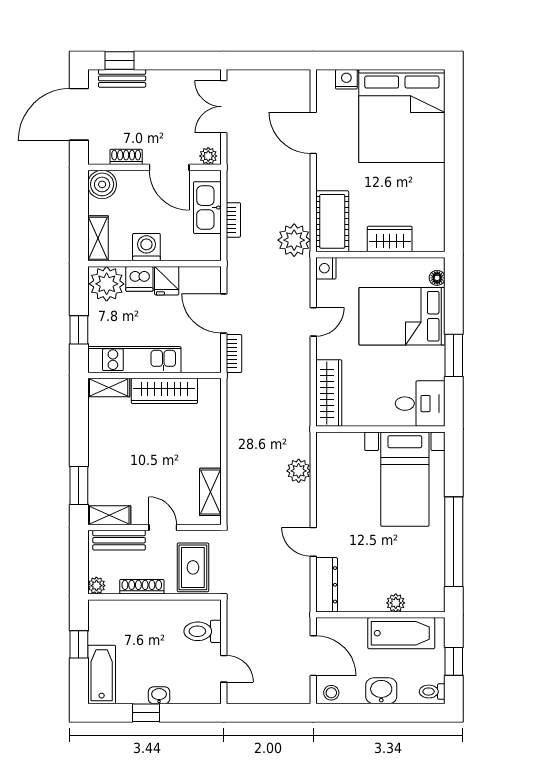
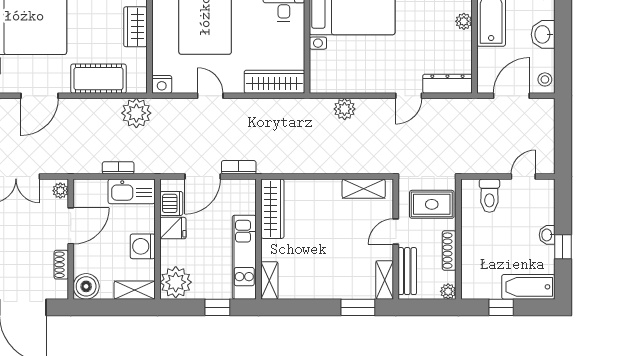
kitchen sink: (207, 208) -> (132, 191), moved
cot: (332, 221) -> (98, 79), moved
dishwasher: (139, 279) -> (171, 203), moved
wardrobe: (164, 391) -> (272, 209), moved

